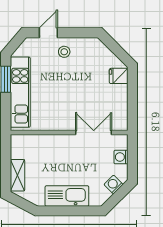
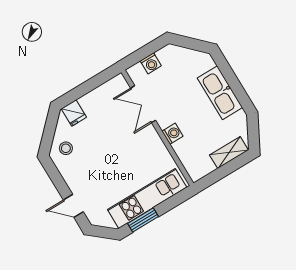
stool: (64, 52) -> (66, 148), moved
washing machine: (114, 185) -> (172, 134), moved, turned -135

